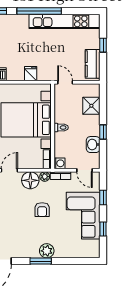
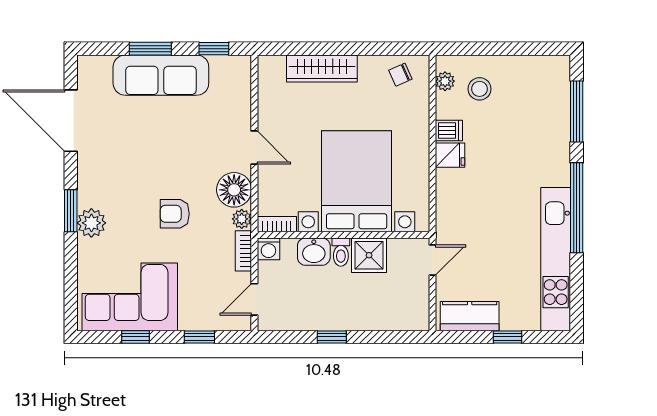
fridge: (31, 74) -> (450, 155), moved
shower: (91, 106) -> (369, 255), moved
washbasin: (93, 145) -> (314, 252), moved, turned 180
corner sofa: (83, 216) -> (130, 297), moved

